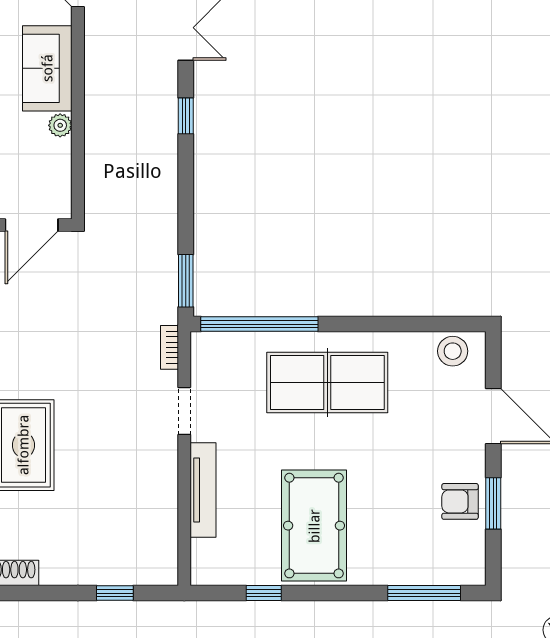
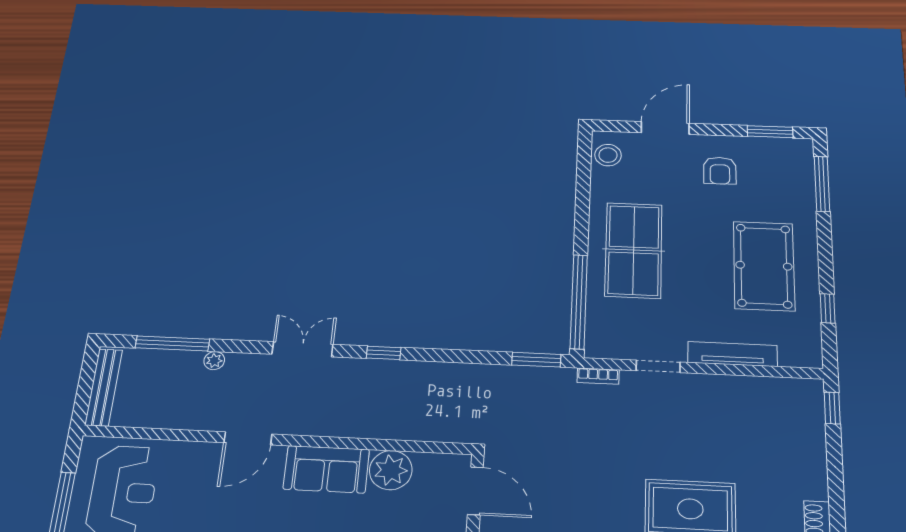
plant: (60, 125) -> (391, 470), width x1.88, depth x1.88
armchair: (460, 501) -> (720, 171), moved
window: (493, 503) -> (770, 132), moved
pool table: (314, 526) -> (764, 266), turned 90
window: (115, 593) -> (832, 408), moved

